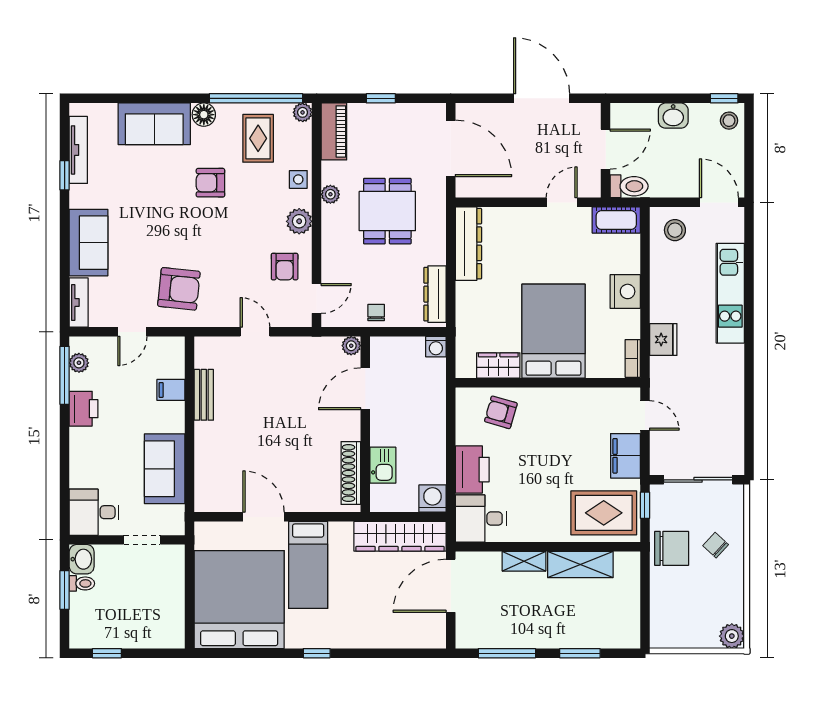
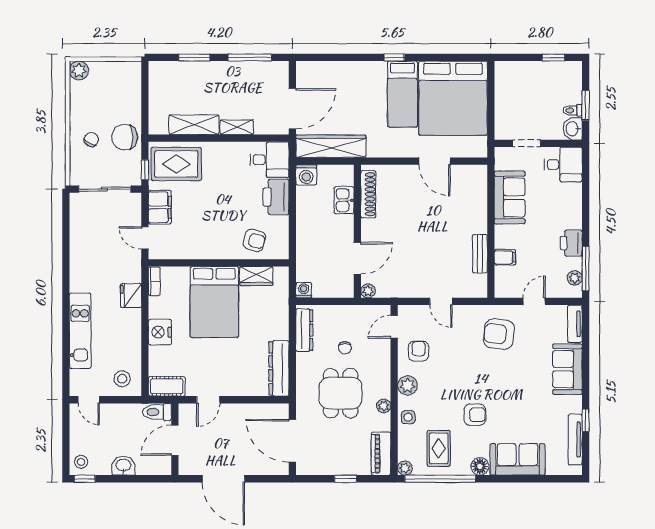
door: (719, 202) -> (89, 400), width x0.73
chair: (376, 312) -> (345, 348), moved
chair: (716, 545) -> (91, 139), turned -105
bed: (308, 565) -> (403, 94), moved, turned 180

